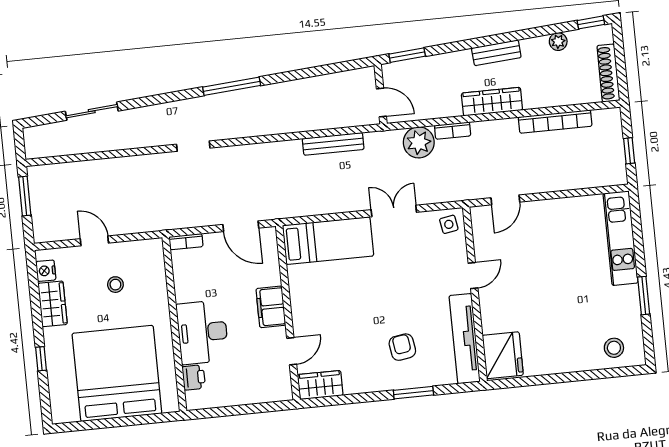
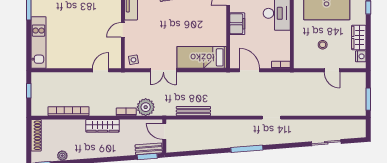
bench: (496, 53) -> (149, 149), moved

